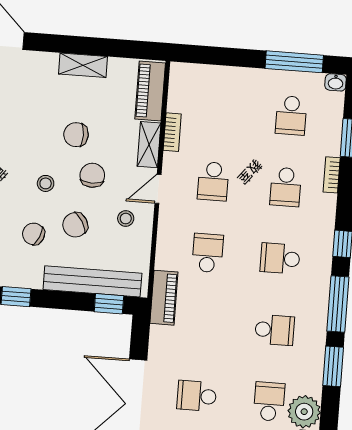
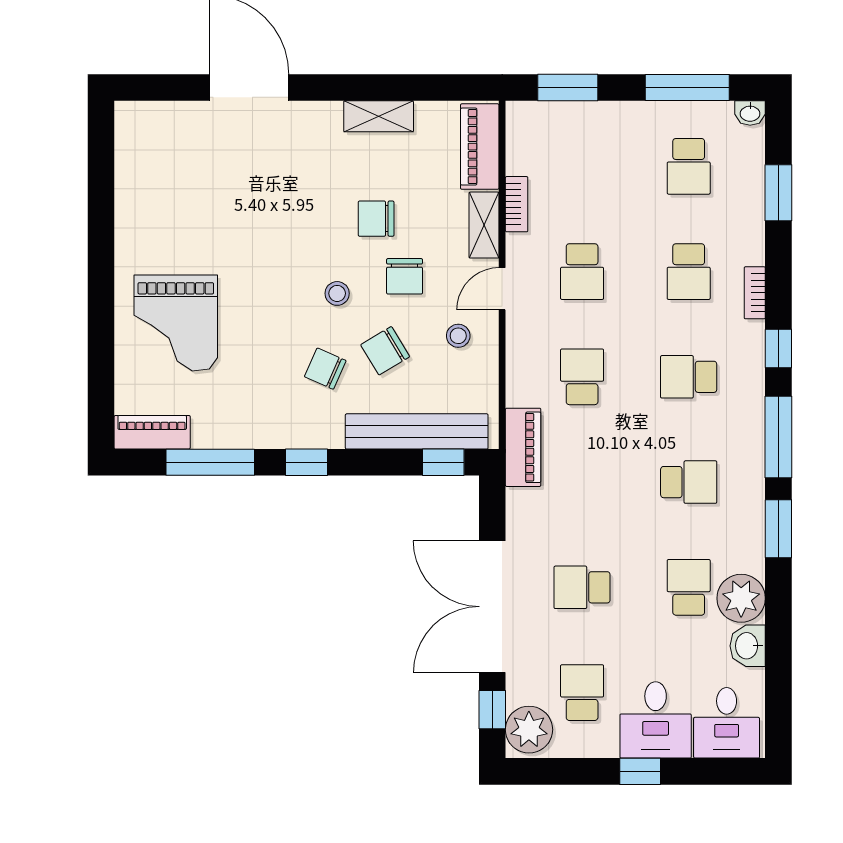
window: (213, 56) -> (568, 88), added
chair: (92, 175) -> (405, 276), turned 180
bookcase: (332, 175) -> (755, 293), moved

